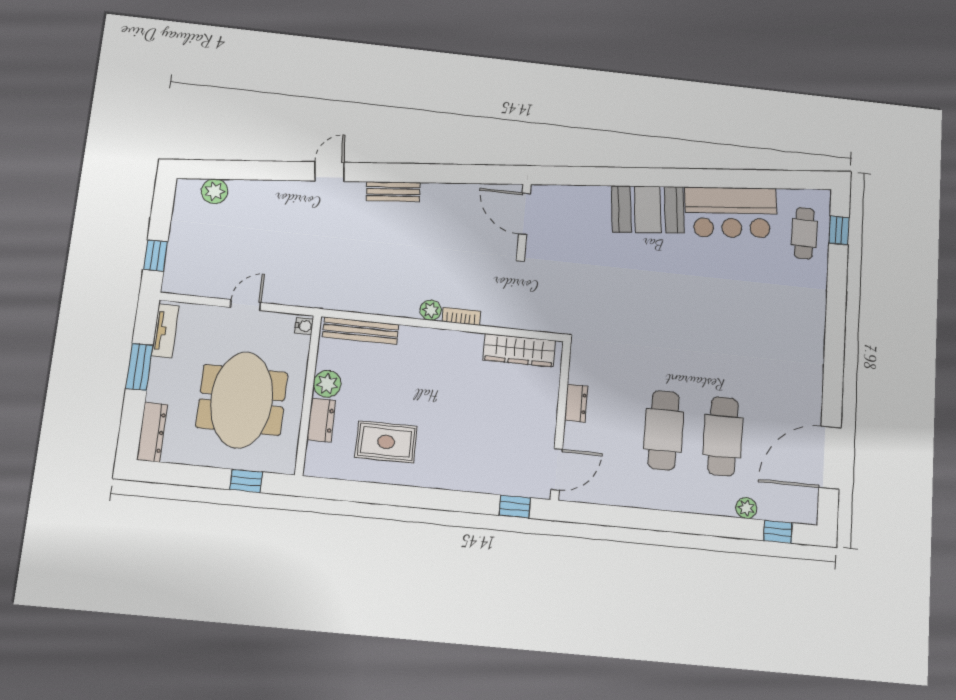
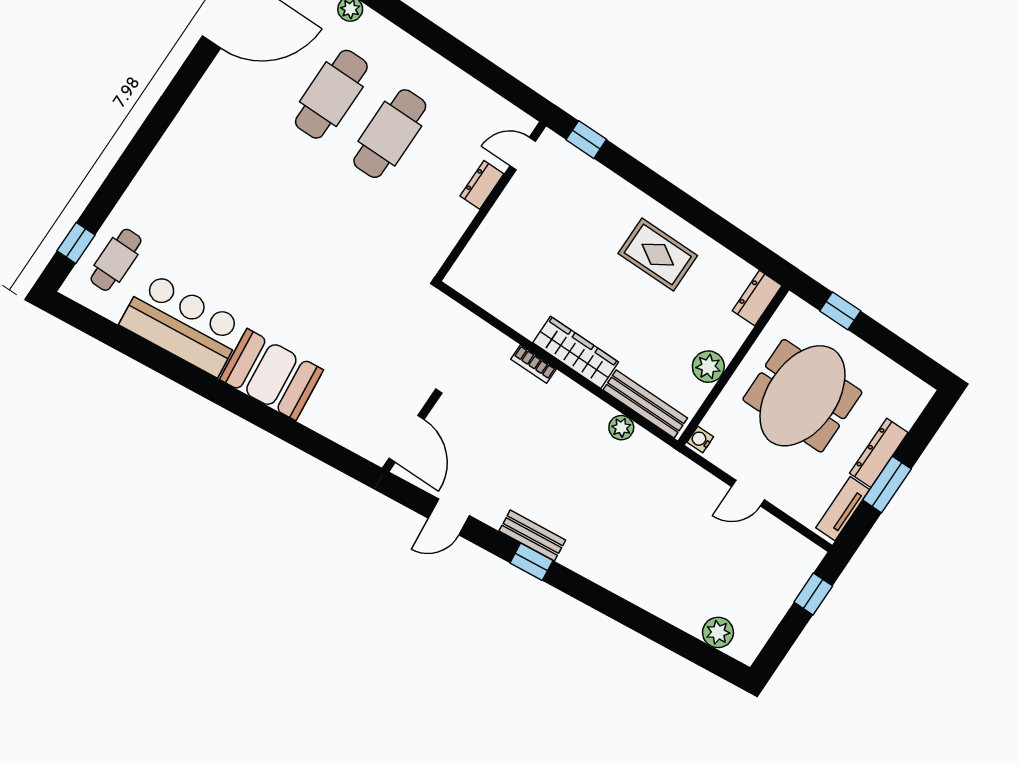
door: (329, 172) -> (449, 517), moved
window: (383, 173) -> (531, 562), added
plant: (431, 310) -> (621, 428), moved
wardrobe: (519, 350) -> (576, 352), moved
dresser: (576, 403) -> (482, 185), moved
dresser: (321, 420) -> (757, 298), moved
dresser: (152, 432) -> (879, 453), moved
rug: (386, 442) -> (658, 255), moved
door: (557, 469) -> (523, 154), width x0.73

